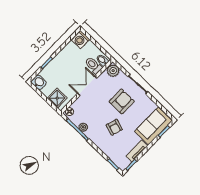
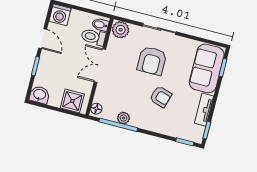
door: (61, 48) -> (43, 39), added
armchair: (122, 101) -> (152, 61), turned 180

